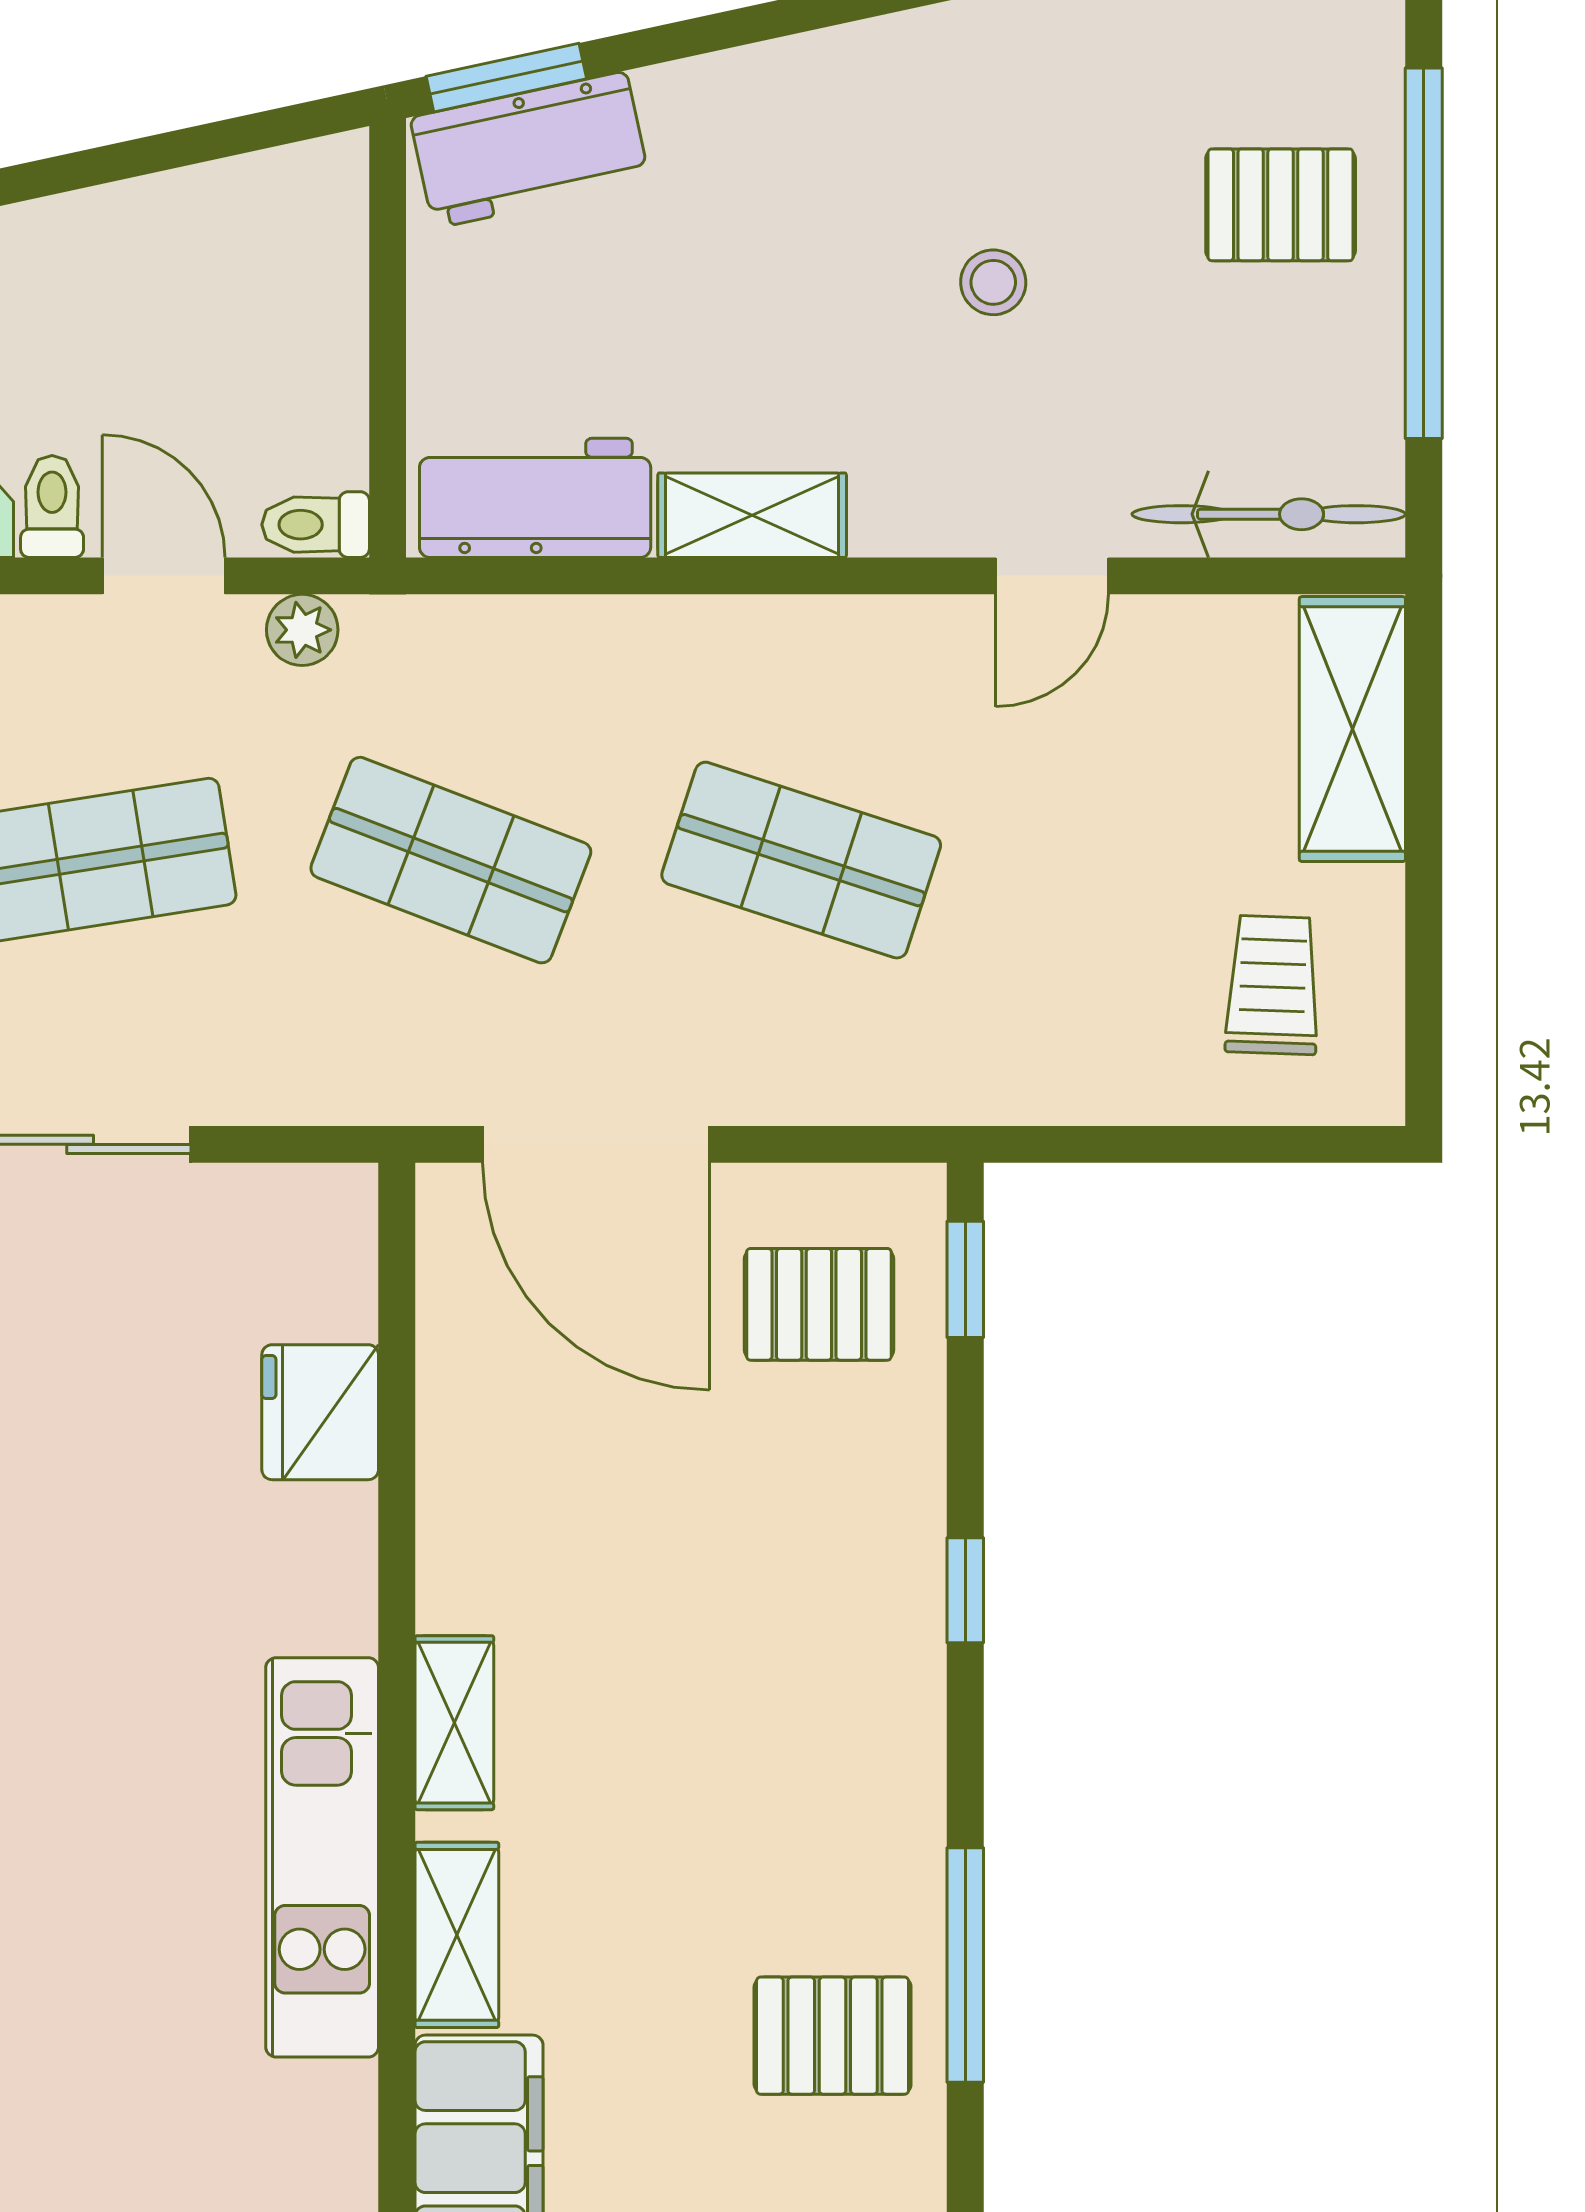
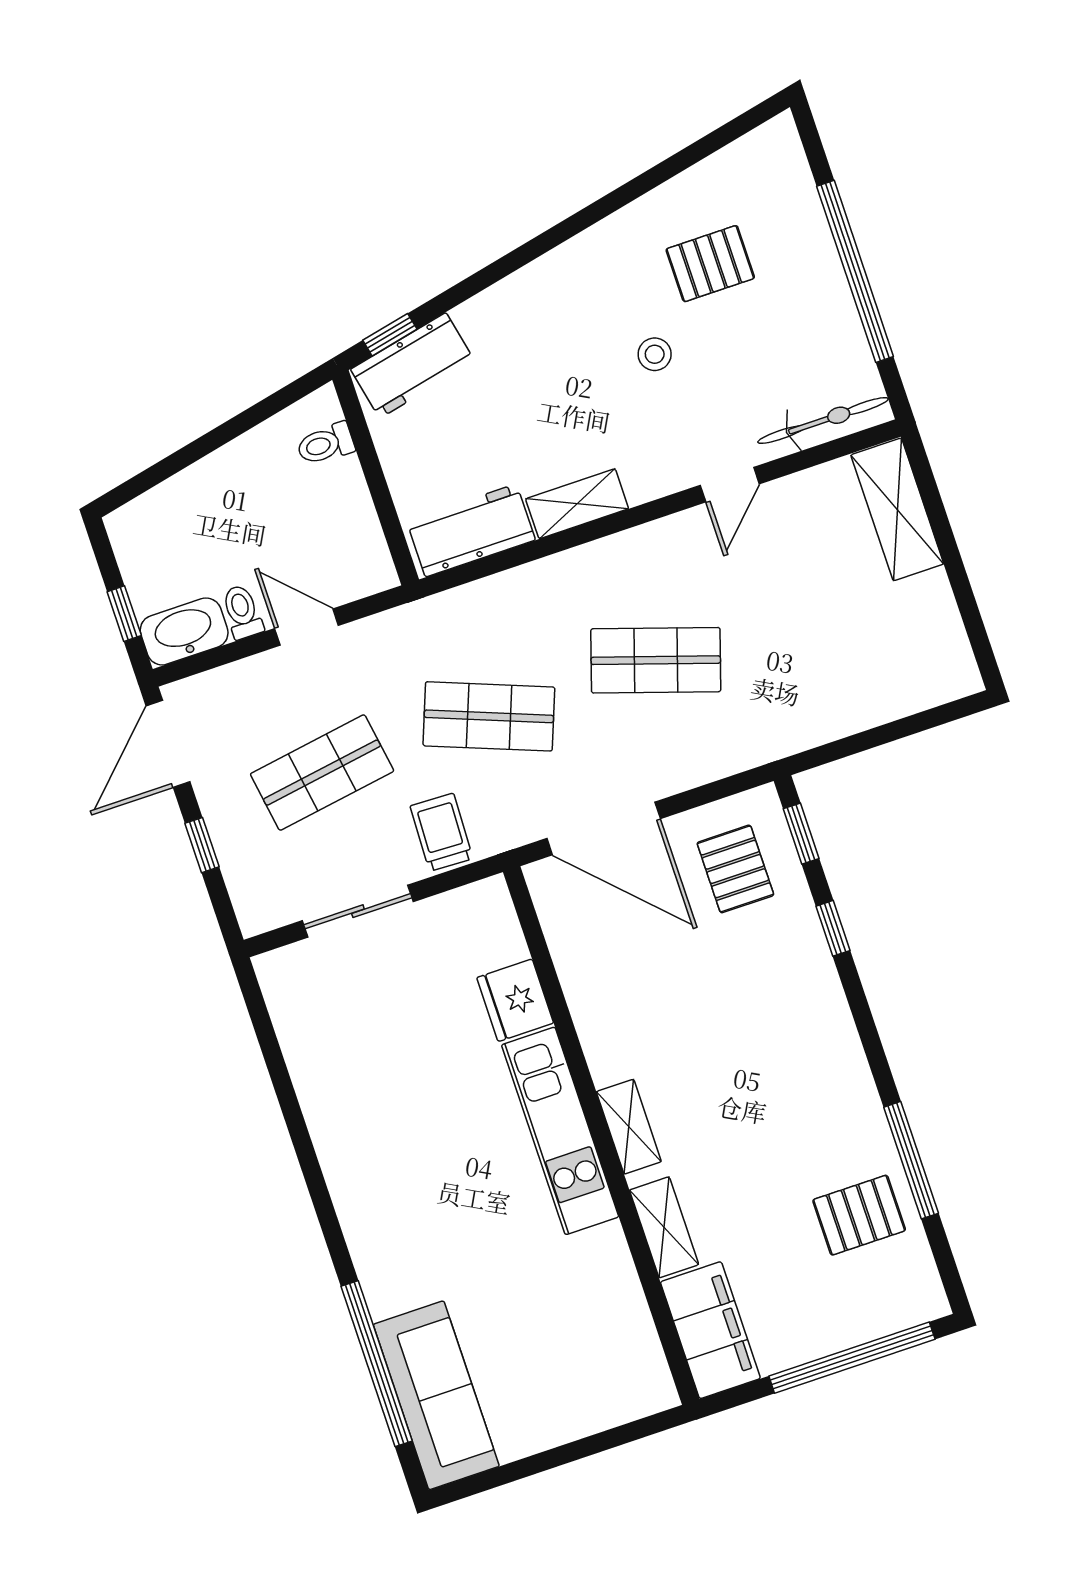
window: (506, 78) -> (390, 335), width x0.67
pallet: (1281, 205) -> (710, 264), moved
toilet: (316, 525) -> (325, 444), moved
plant: (302, 630) -> (381, 631), removed
trolley: (1273, 985) -> (441, 832), moved
pallet: (819, 1304) -> (735, 869), turned 90
window: (965, 1590) -> (833, 928), moved
kitchen unit: (322, 1857) -> (560, 1131), moved

